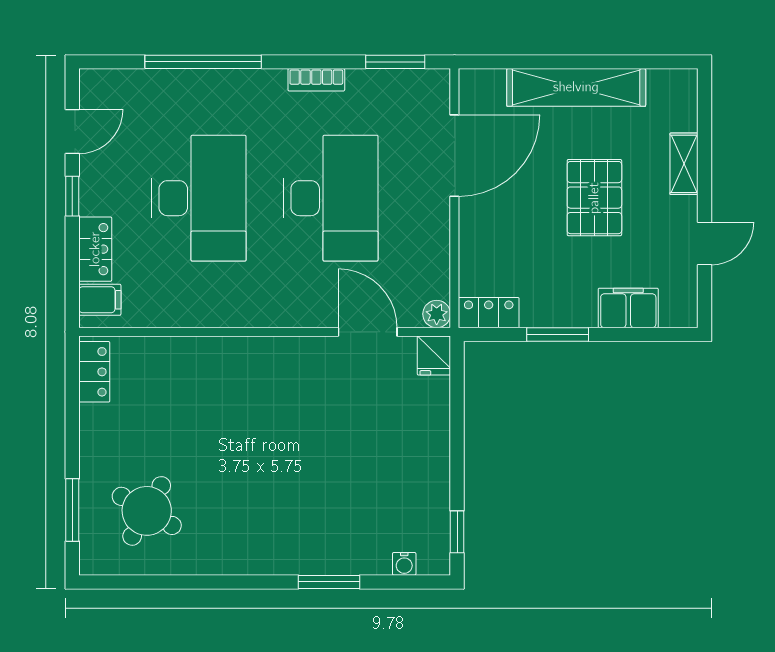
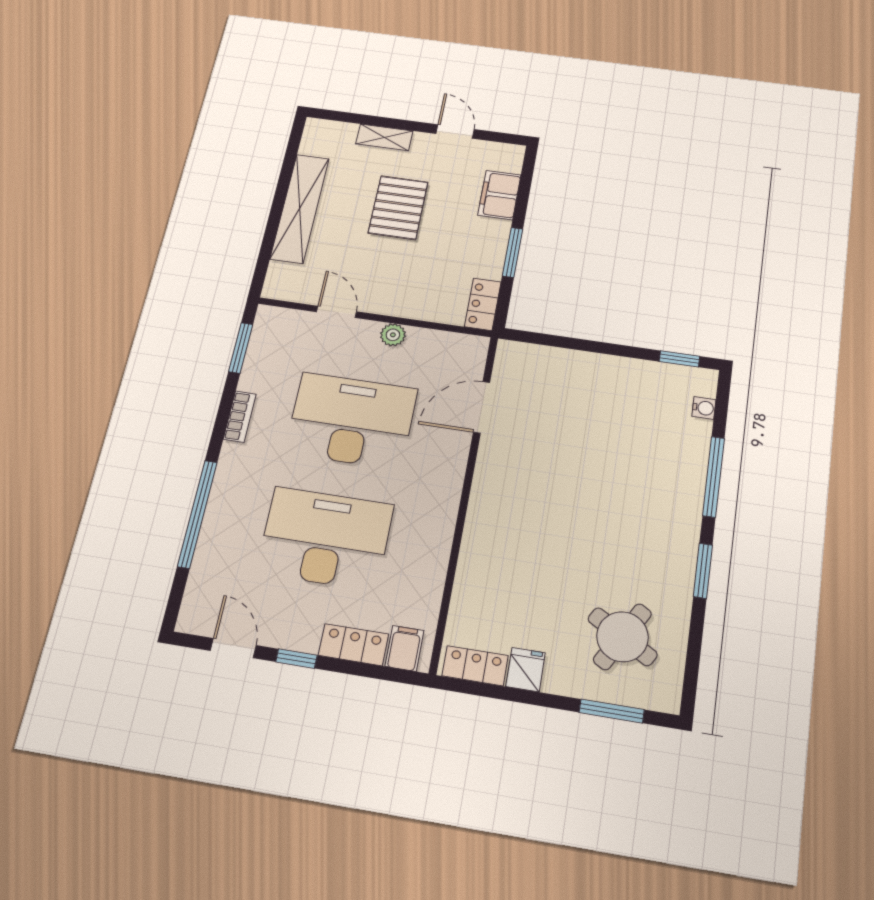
door: (454, 156) -> (336, 312), width x0.53
pallet: (594, 198) -> (398, 208), turned 90
plant: (437, 314) -> (393, 335), moved
fridge: (434, 355) -> (526, 670), moved, turned -90
window: (227, 582) -> (703, 571), added
window: (329, 582) -> (714, 477), width x1.44

